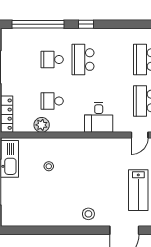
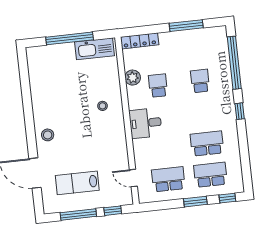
school desk: (83, 60) -> (207, 143), moved
desk: (99, 117) -> (145, 123), moved
stool: (49, 166) -> (103, 106), moved

